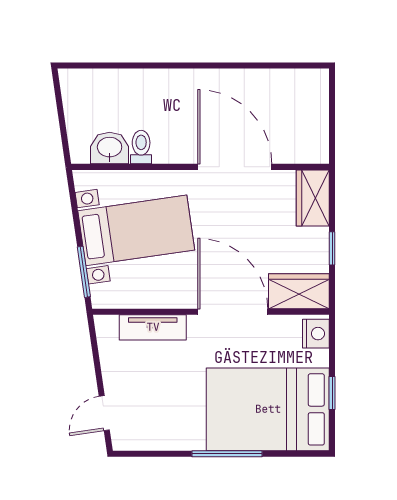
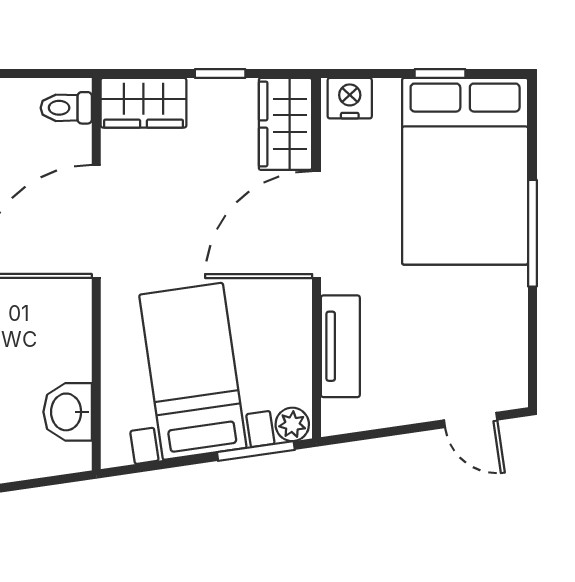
toilet: (141, 147) -> (66, 108), moved
plant: (101, 296) -> (292, 424), added

